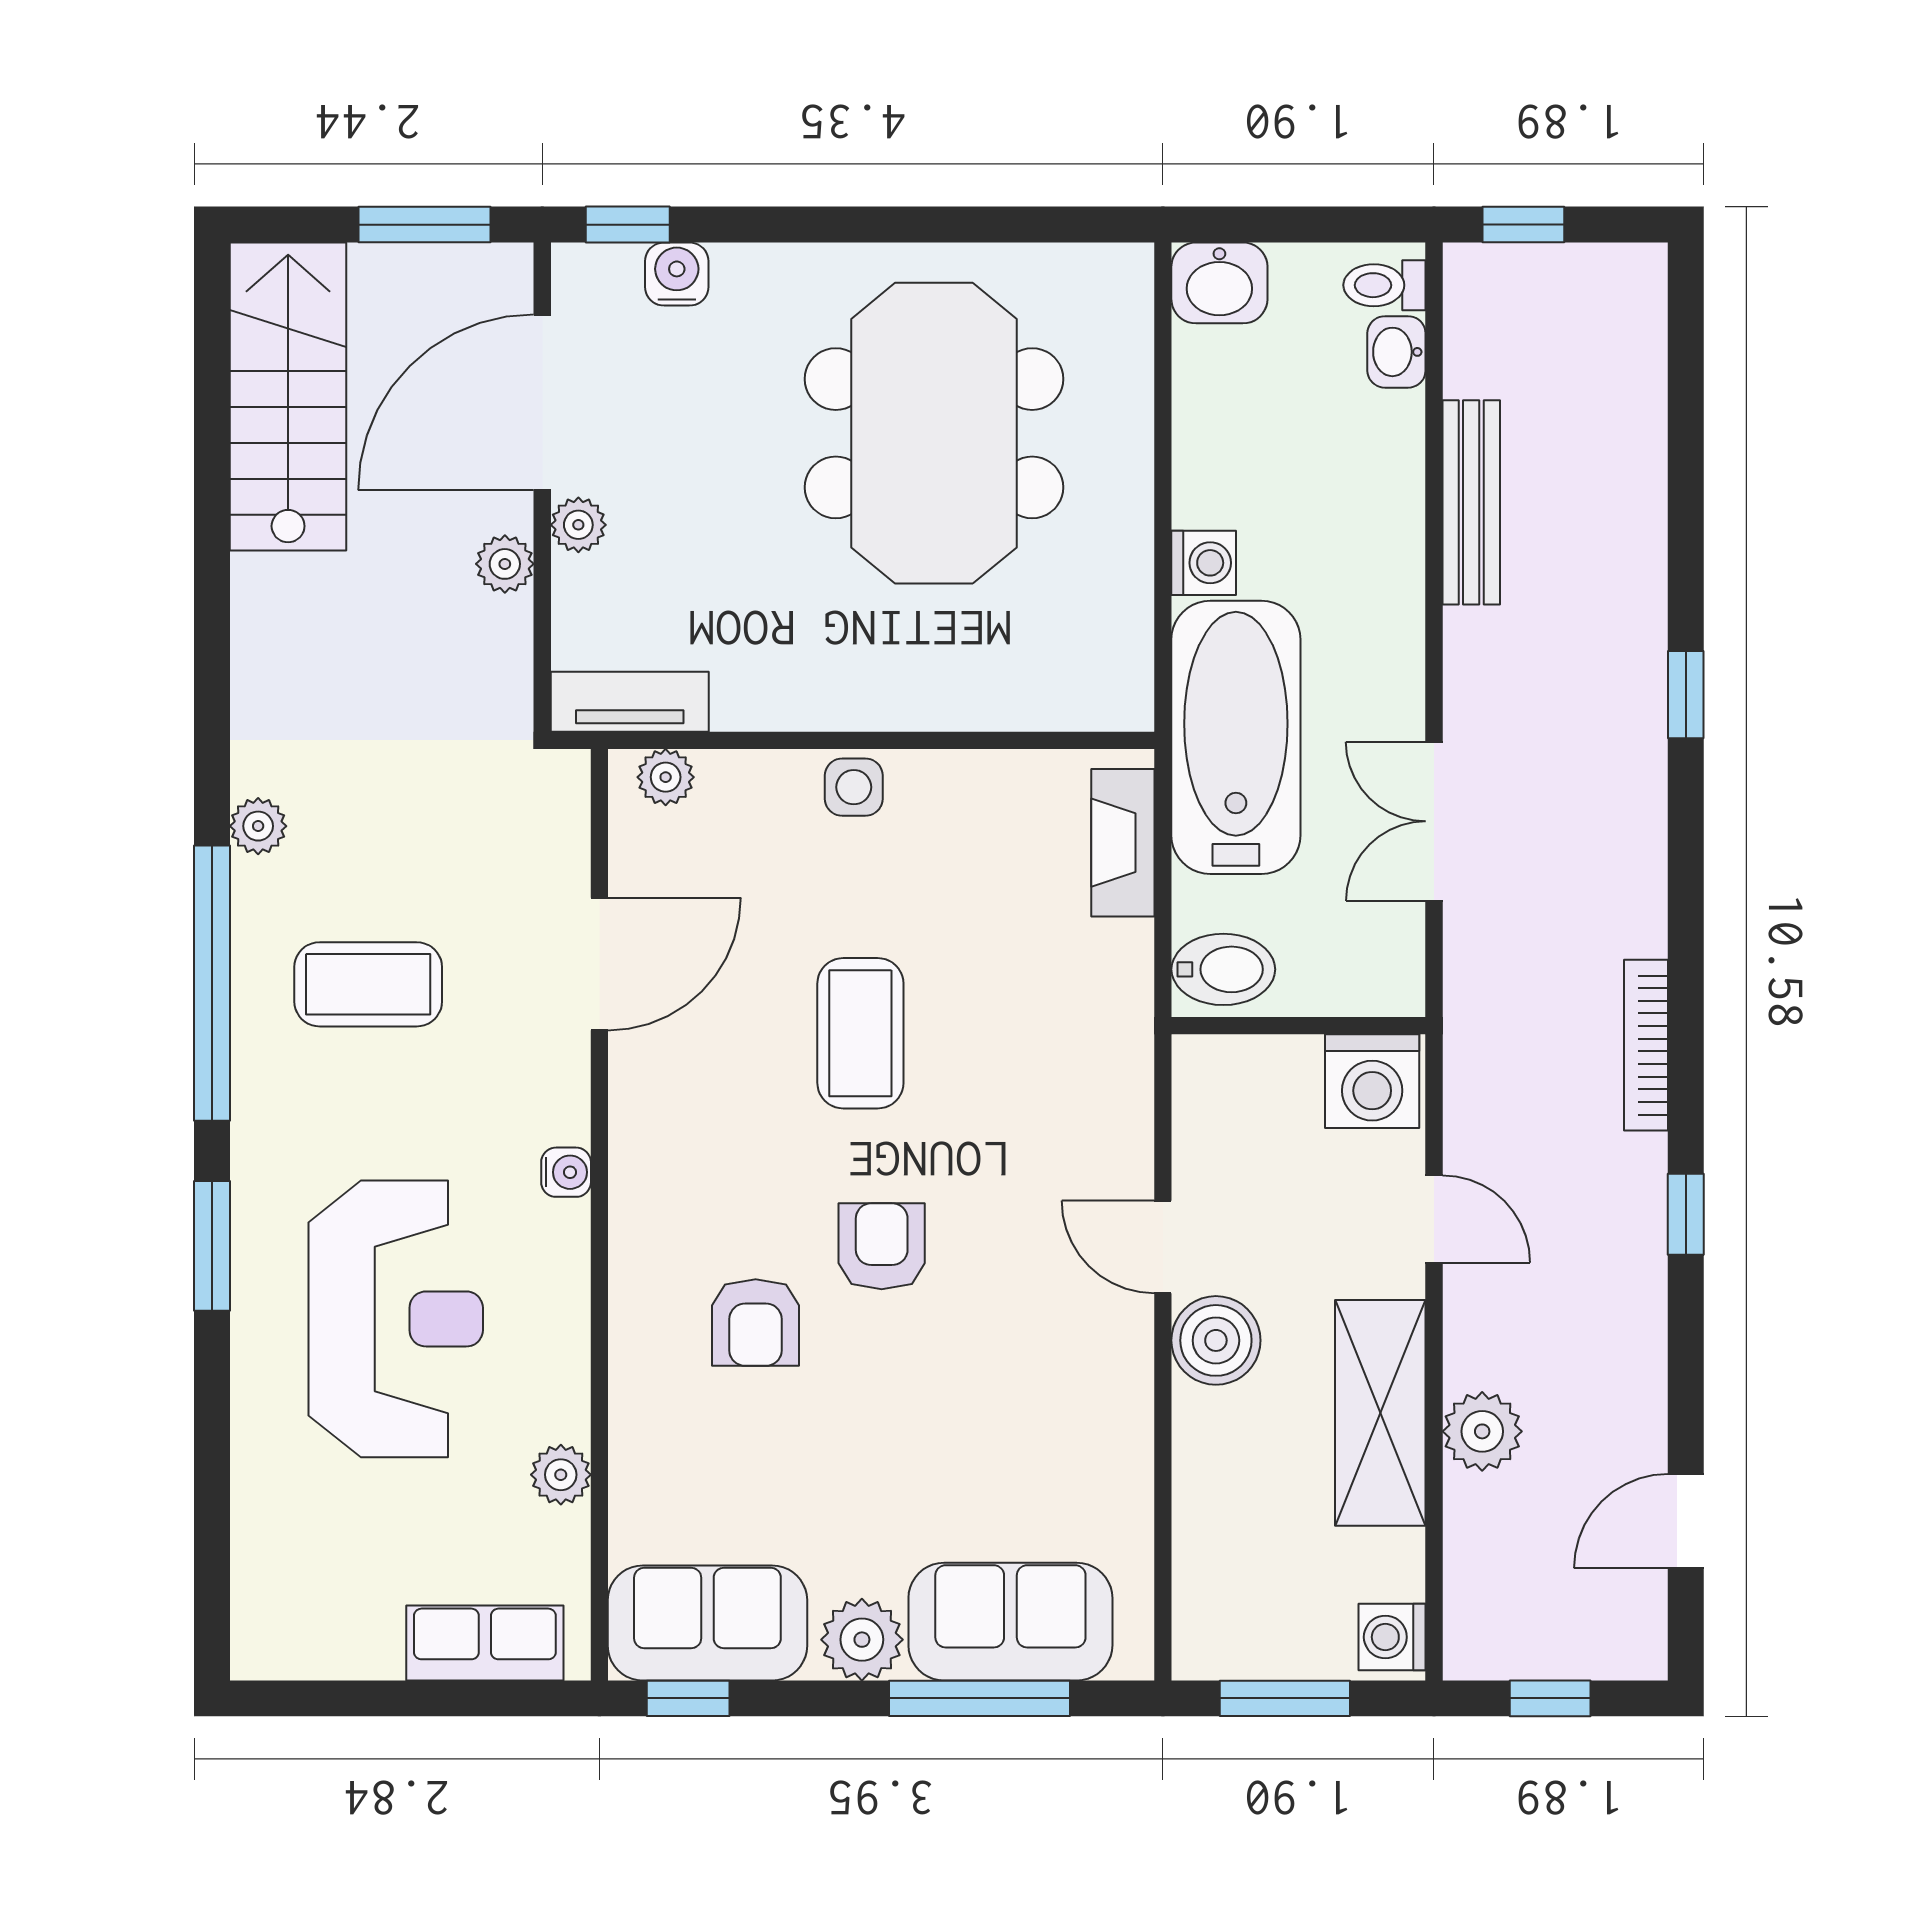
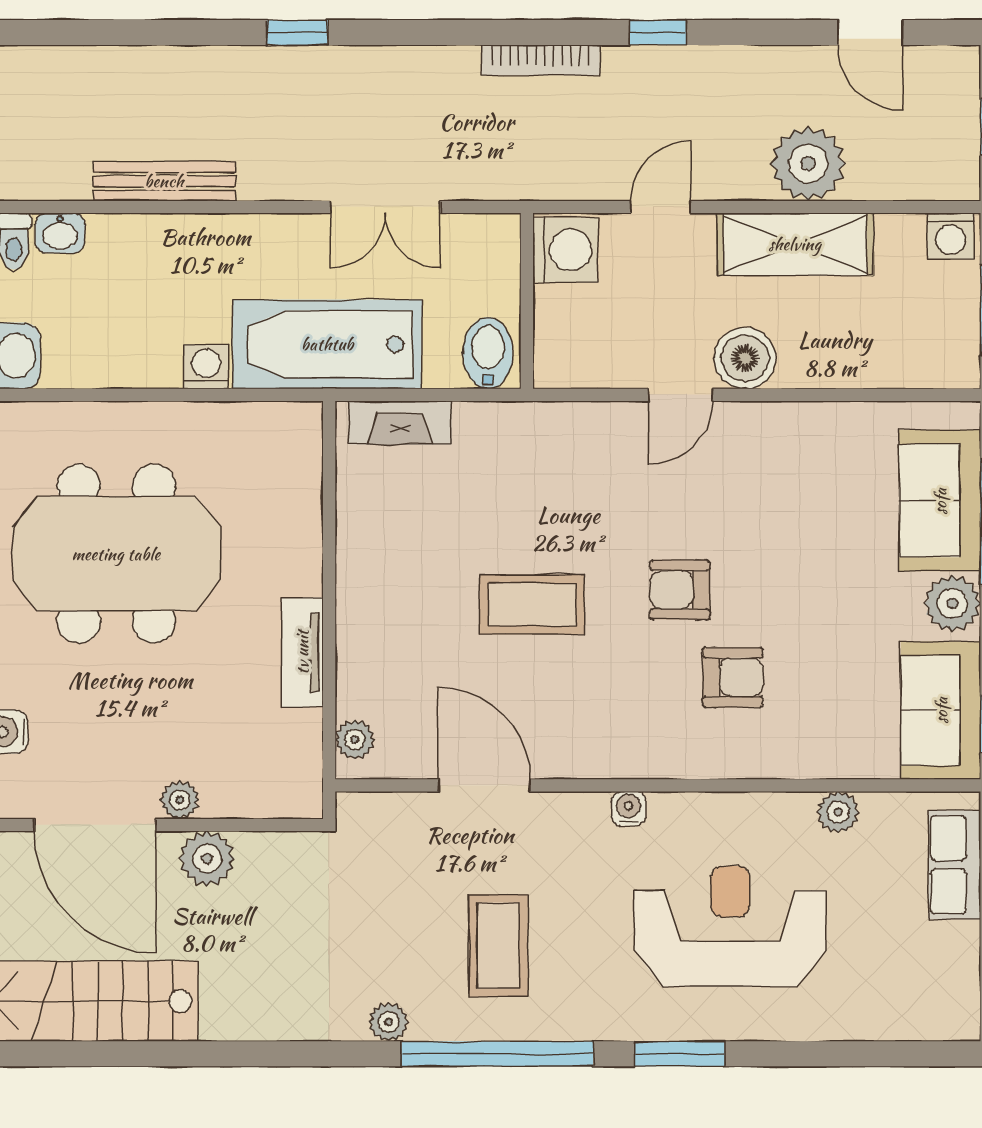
plant: (505, 564) -> (207, 858), width x1.38, depth x1.38
tv unit: (630, 702) -> (302, 652), moved
side table: (854, 787) -> (362, 609), removed
plant: (1482, 1431) -> (808, 164), width x1.36, depth x1.36

